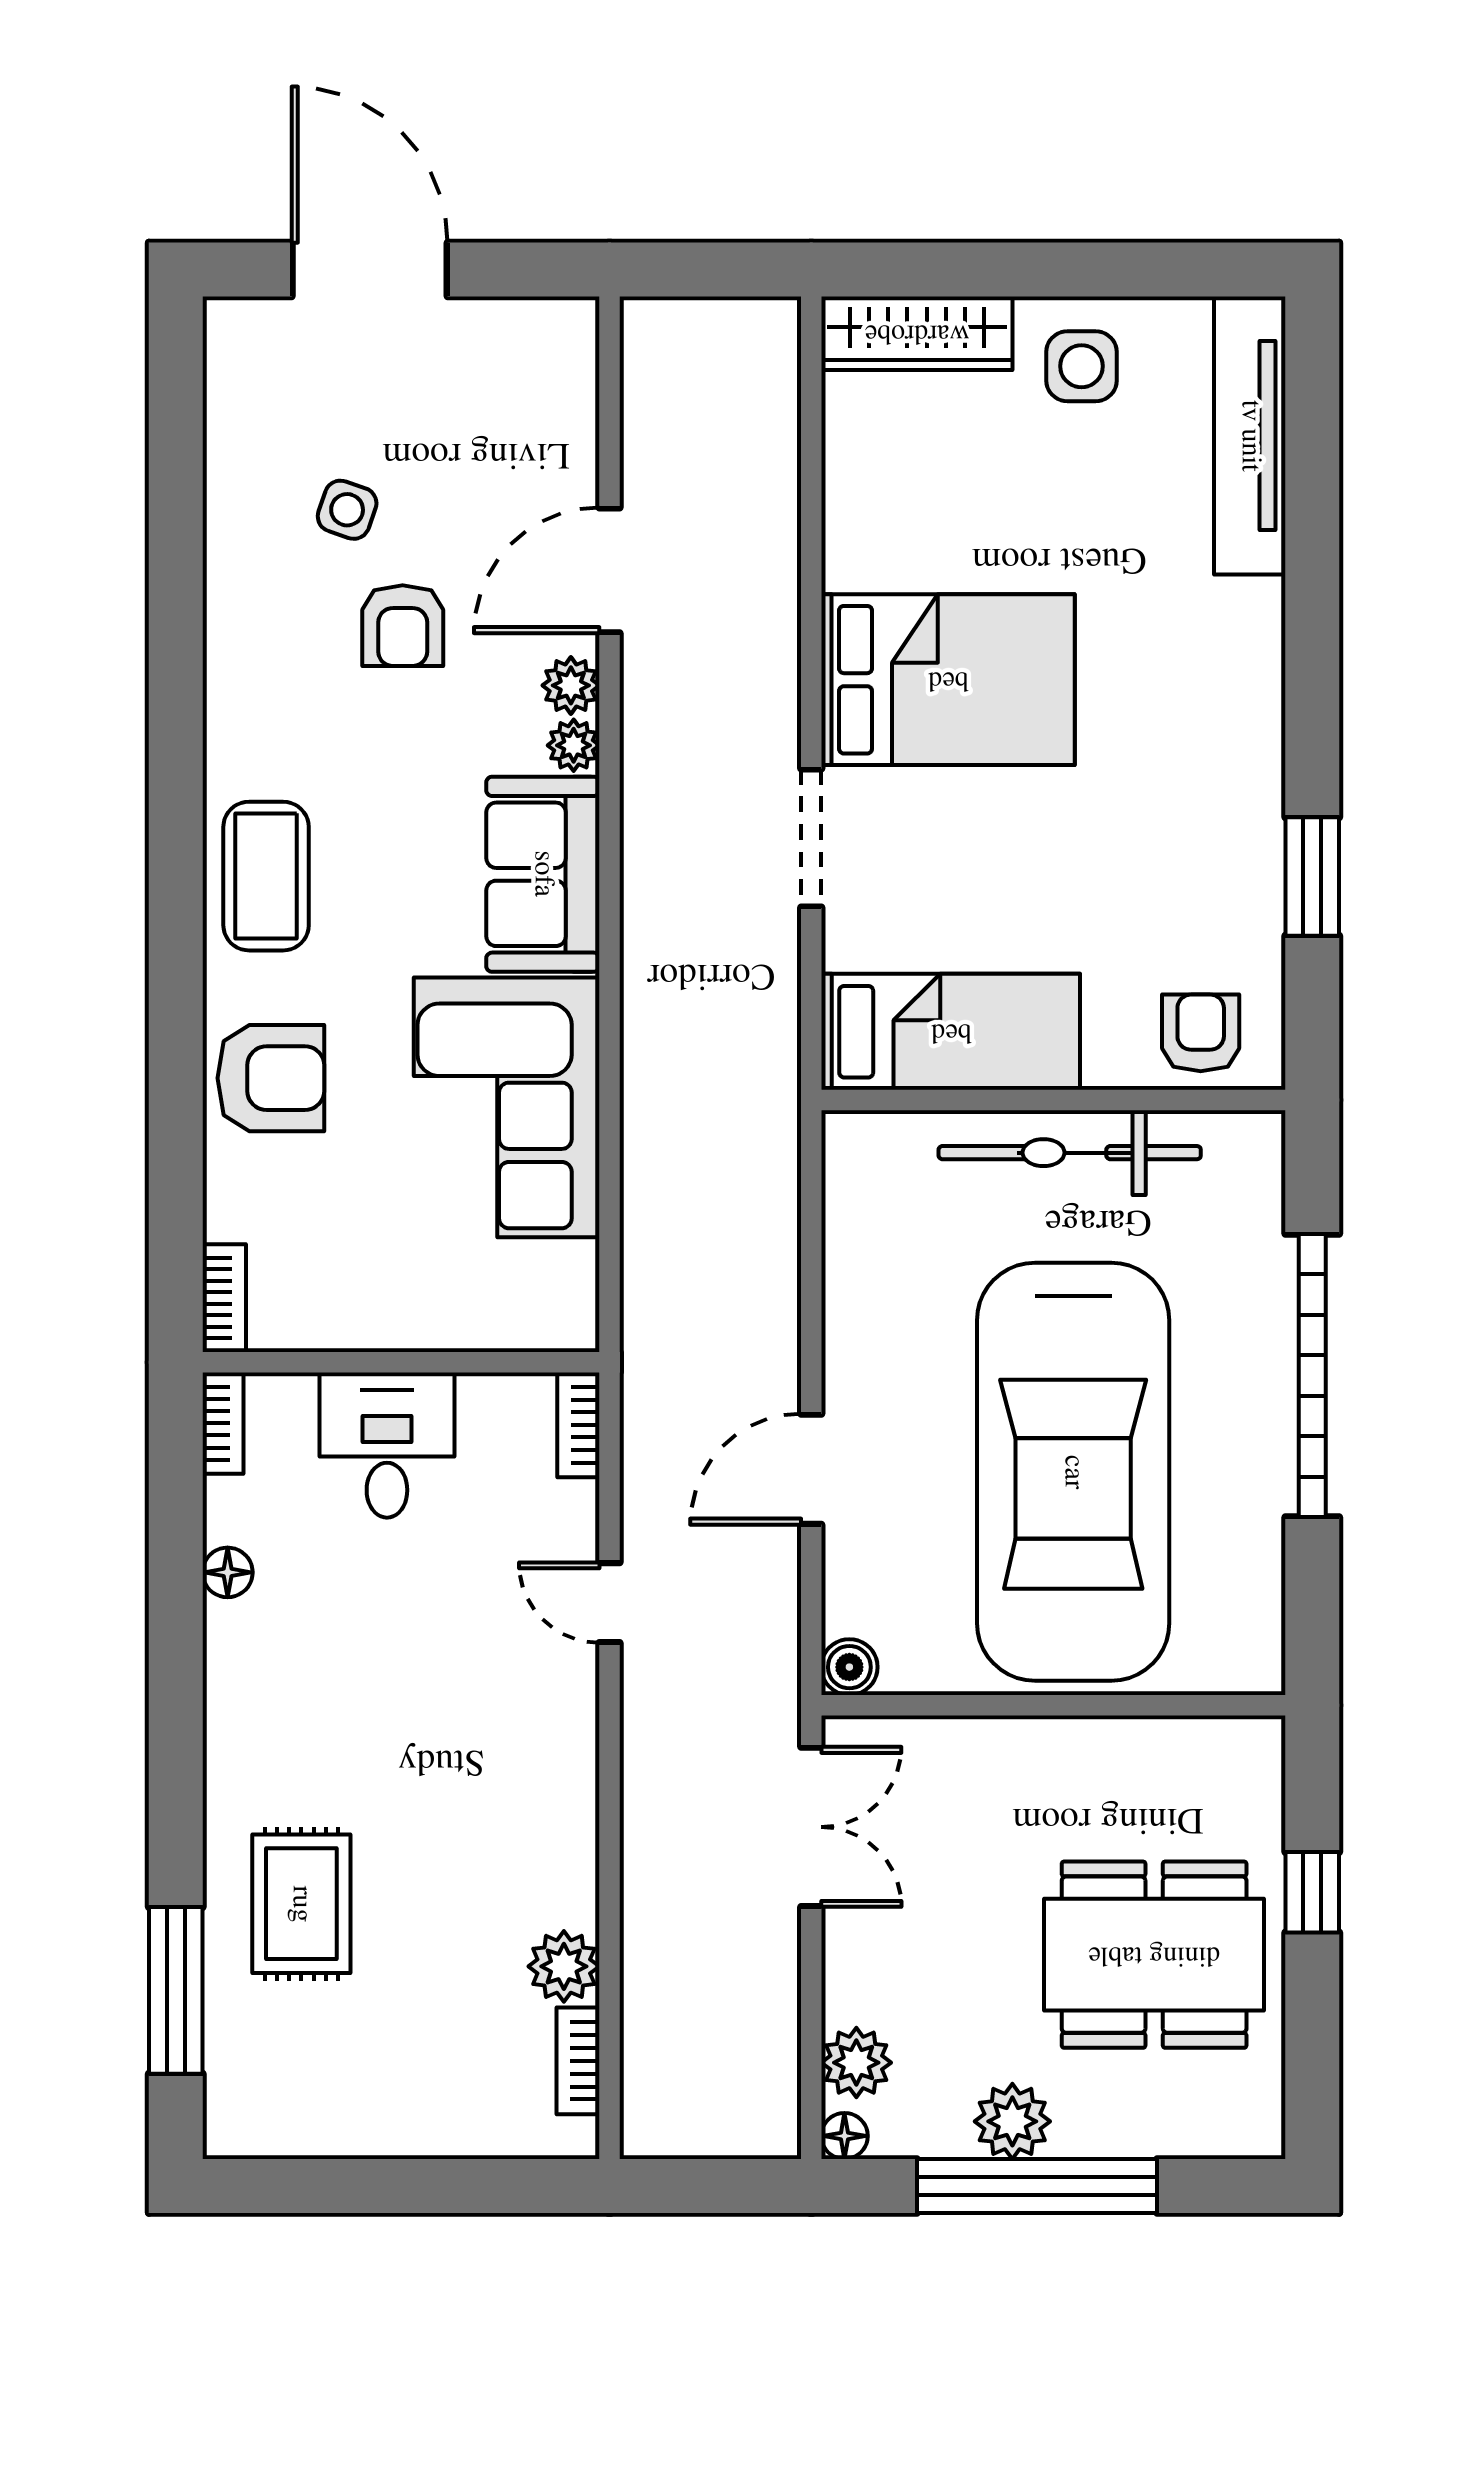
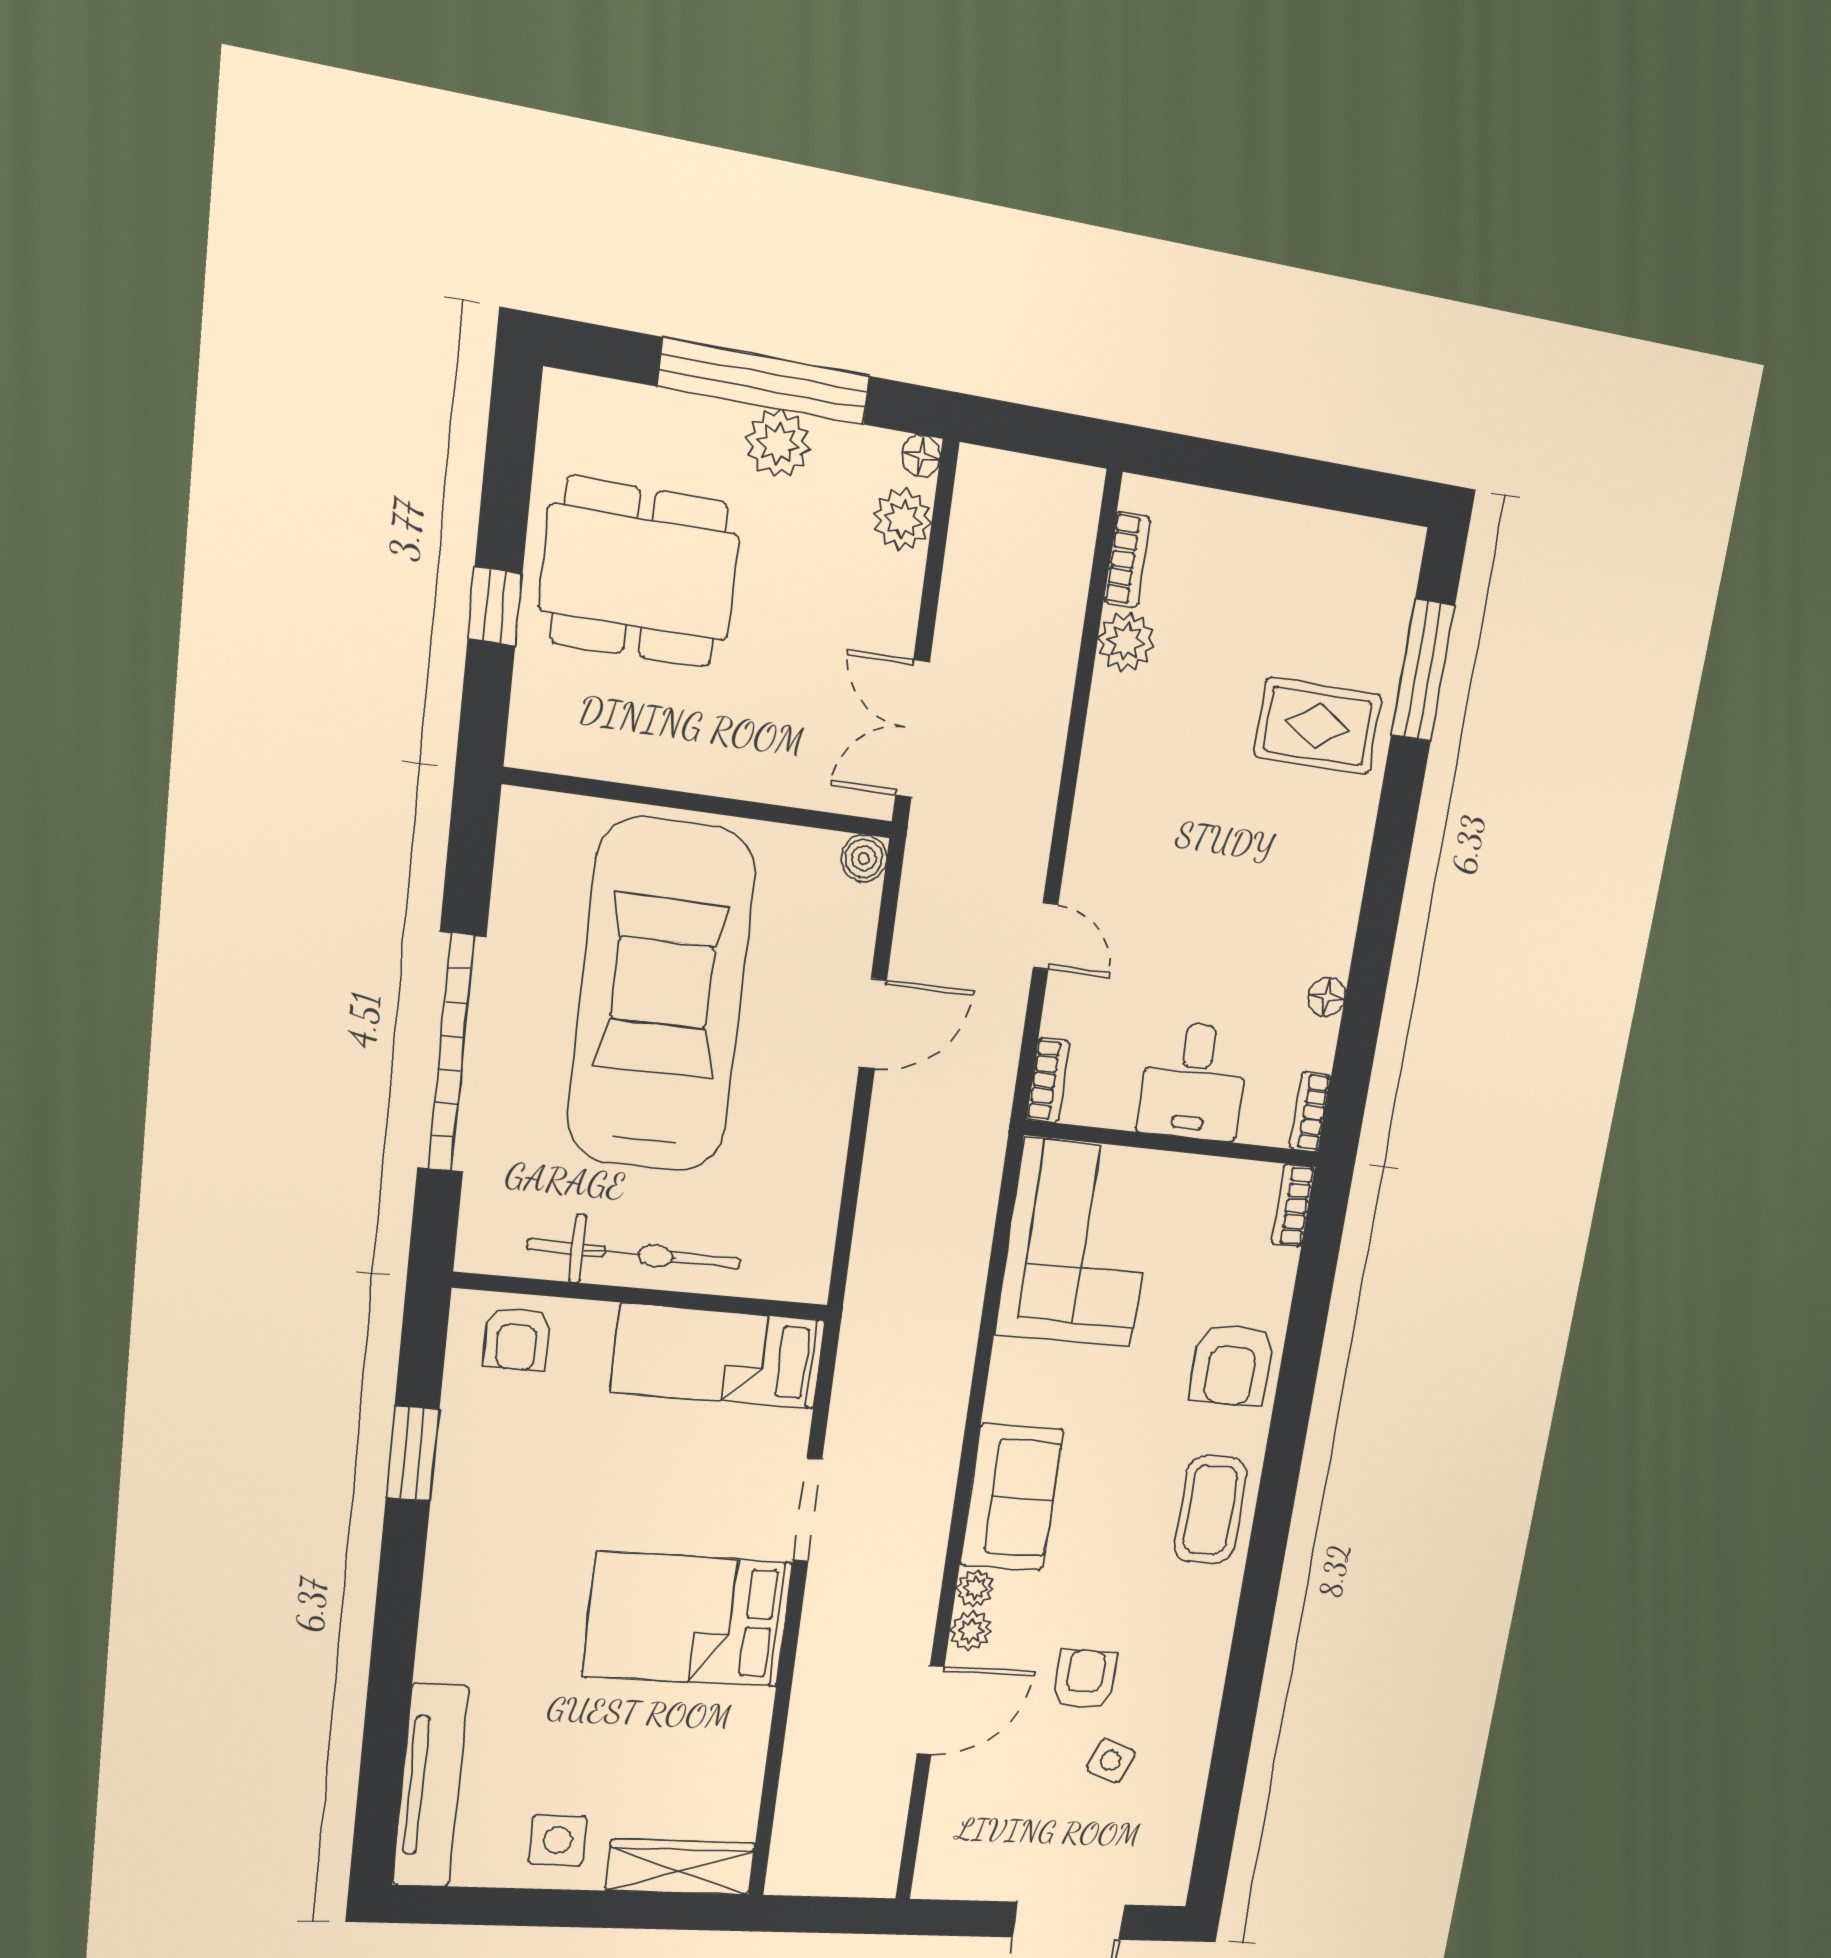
armchair: (271, 1078) -> (1232, 1365), turned -90
corner sofa: (507, 1107) -> (1078, 1244), moved
rug: (301, 1904) -> (1318, 726), turned 90

